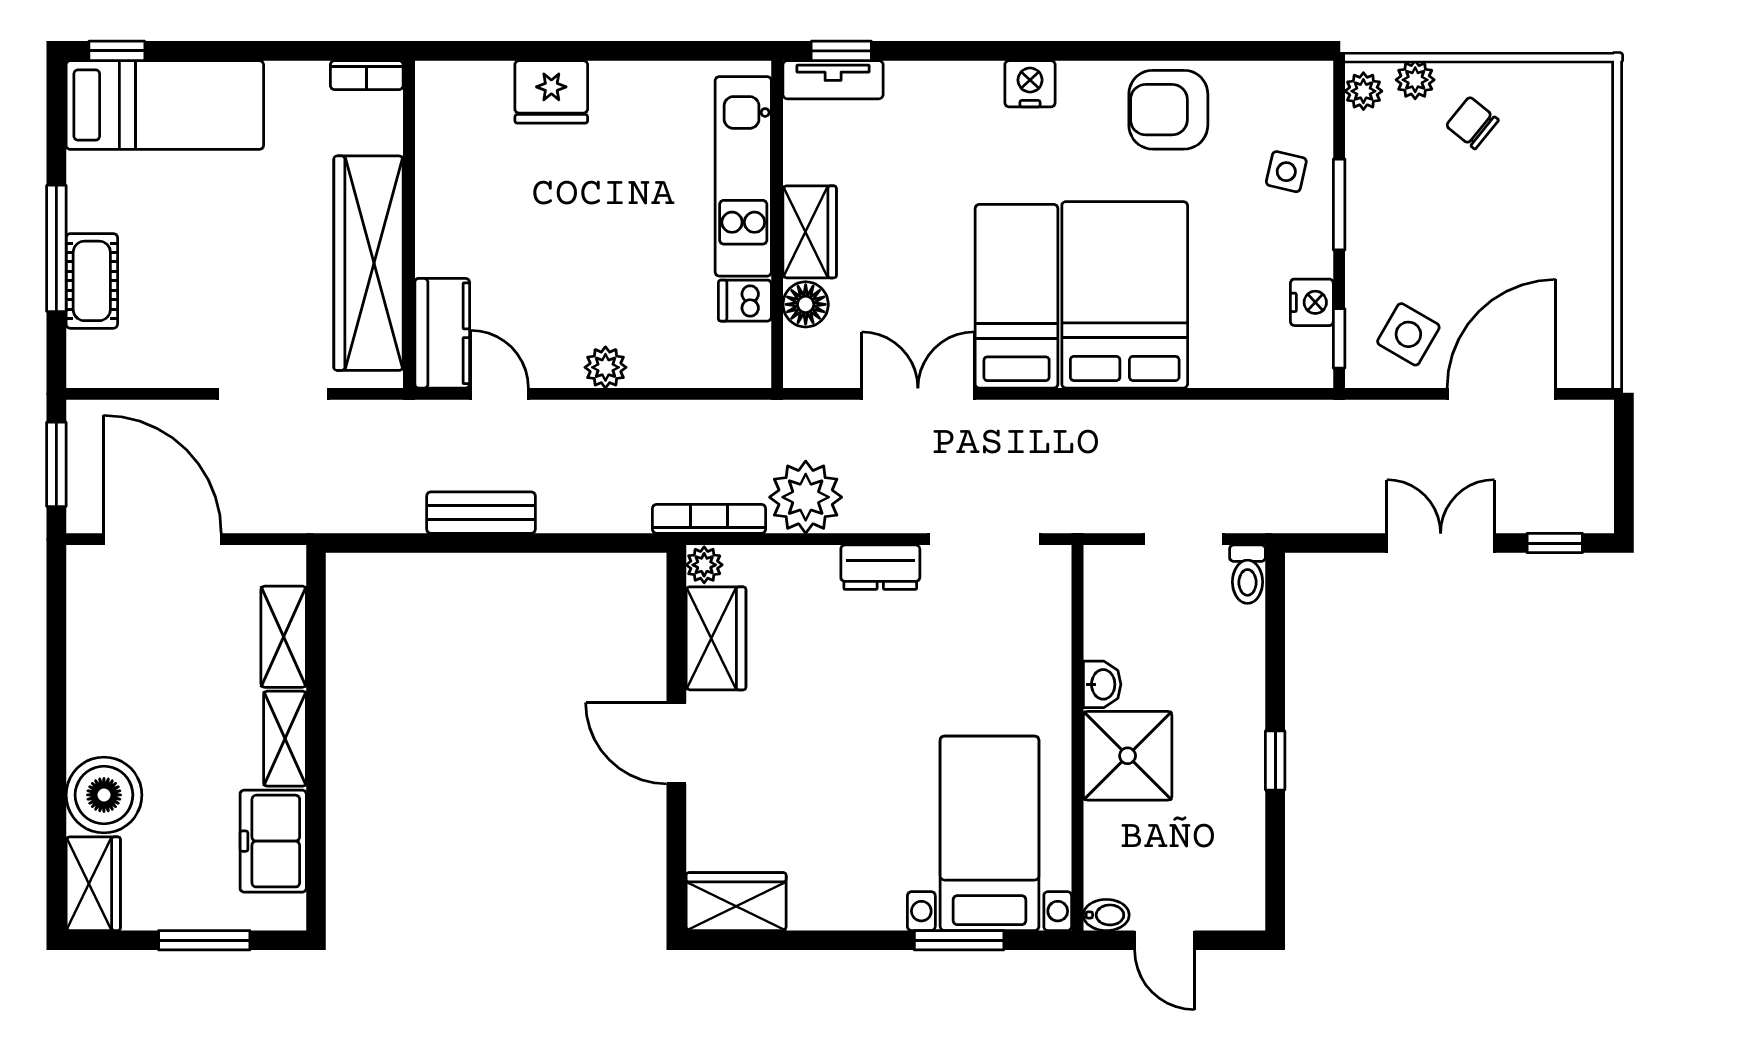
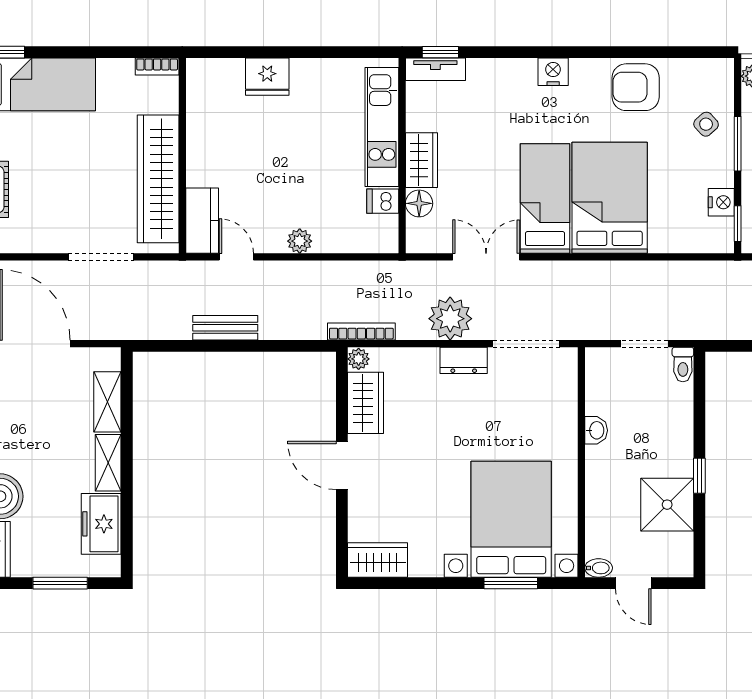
side table: (1286, 172) -> (706, 124), turned 35
plant: (806, 497) -> (450, 319), moved
shower: (1128, 756) -> (667, 505), moved
bed with nightstands: (990, 833) -> (511, 519), width x1.36

